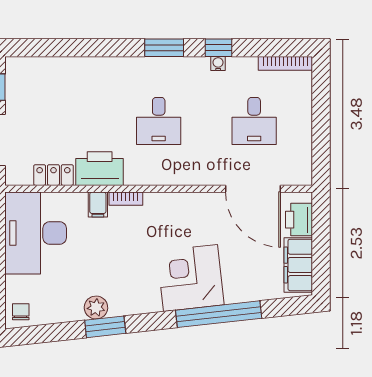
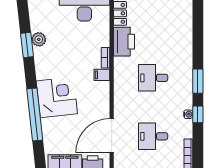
filing cabinet: (98, 205) -> (102, 75), moved

